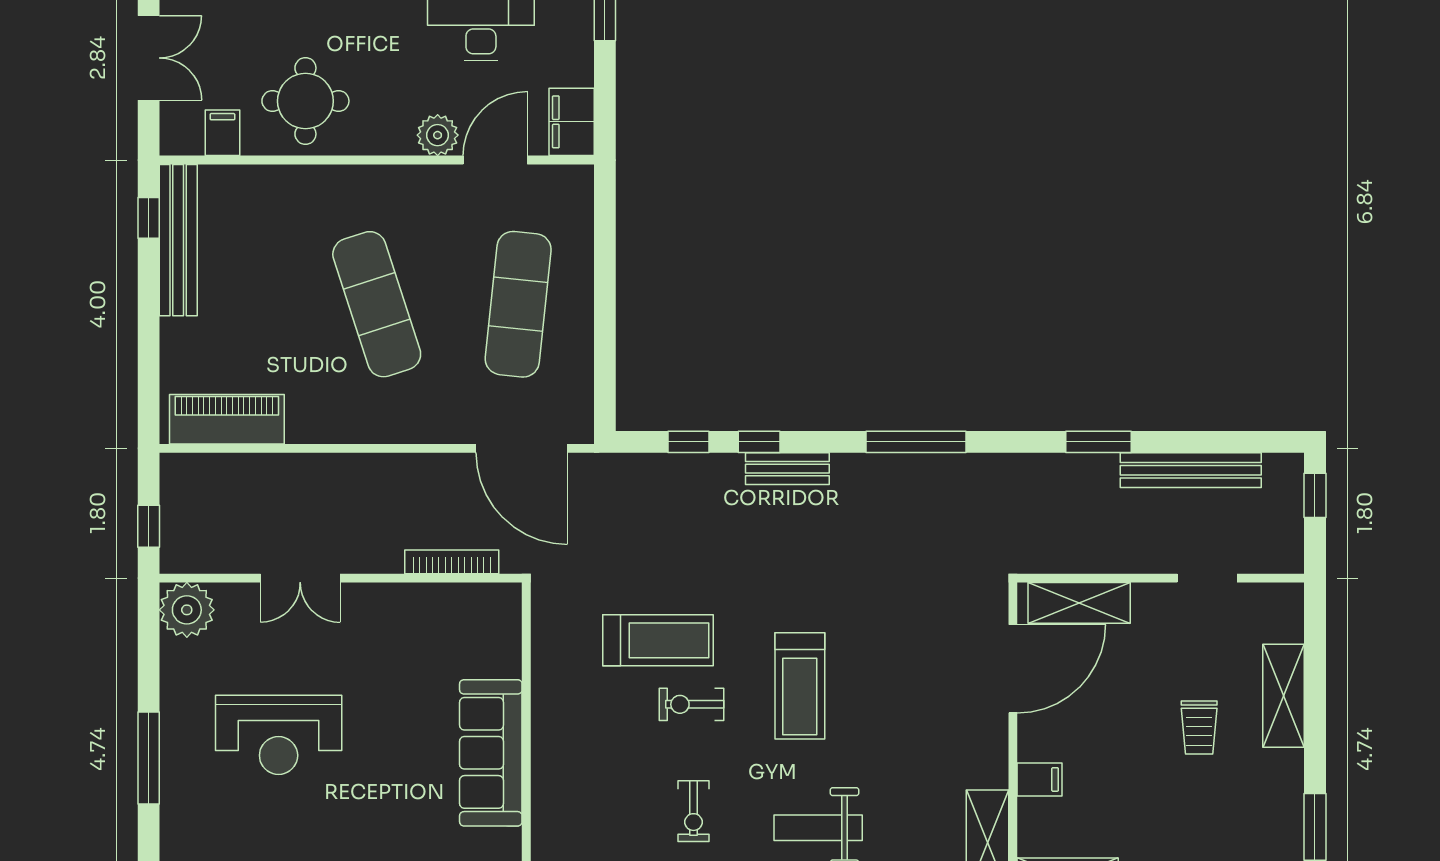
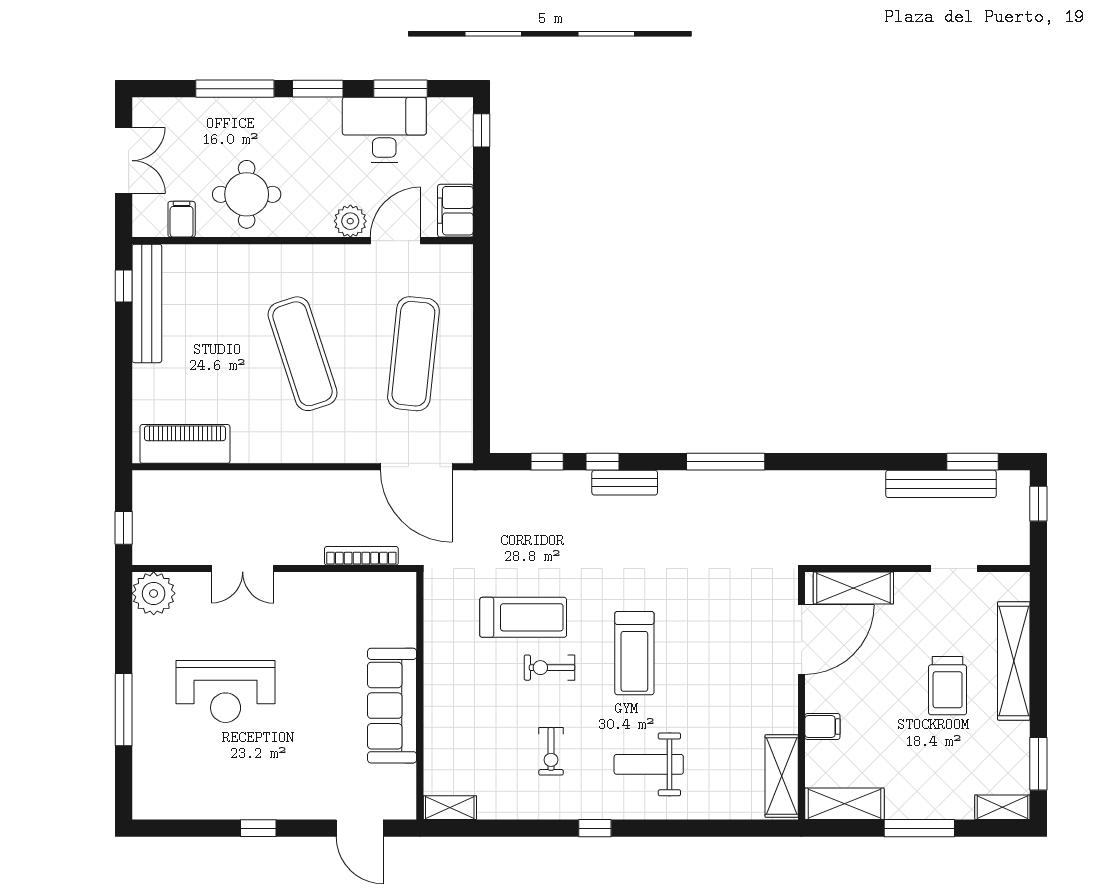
window: (1098, 442) -> (972, 462), moved
shelving: (1284, 696) -> (1014, 661), width x1.47
trolley: (1199, 727) -> (948, 686), width x1.36, depth x1.39

